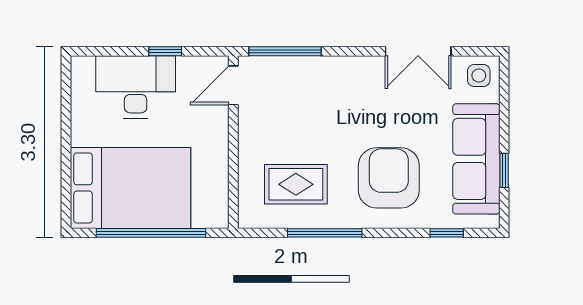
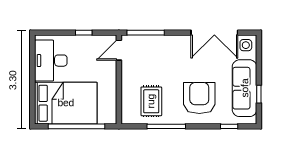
double door: (418, 51) -> (214, 33), width x1.37
desk: (136, 87) -> (51, 61), moved, turned -90
rug: (296, 184) -> (151, 101), turned 90

